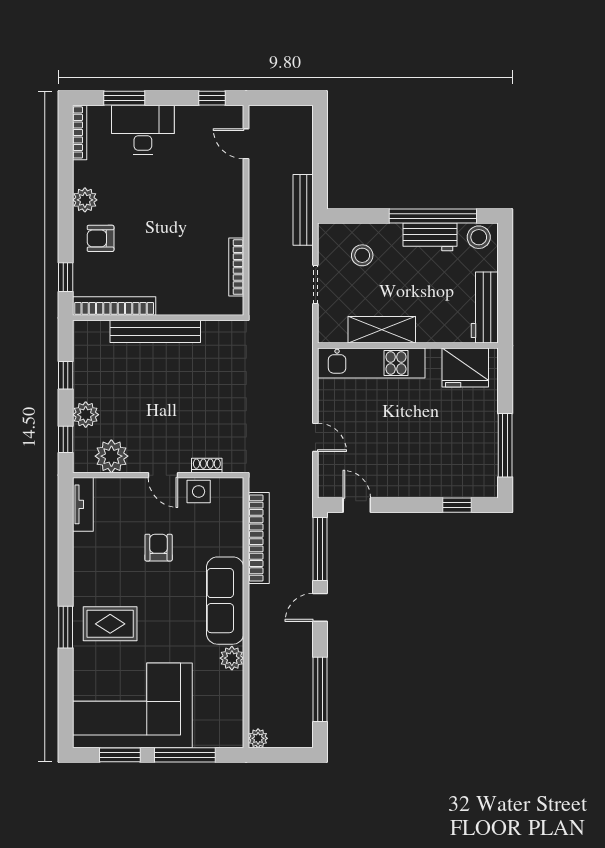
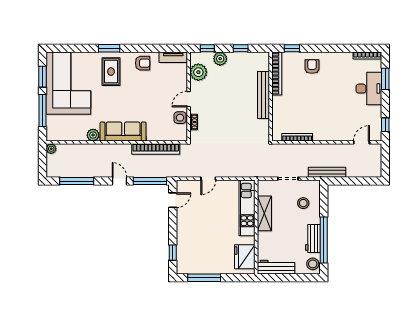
plant: (85, 200) -> (332, 58), removed
armchair: (159, 548) -> (143, 63), moved

